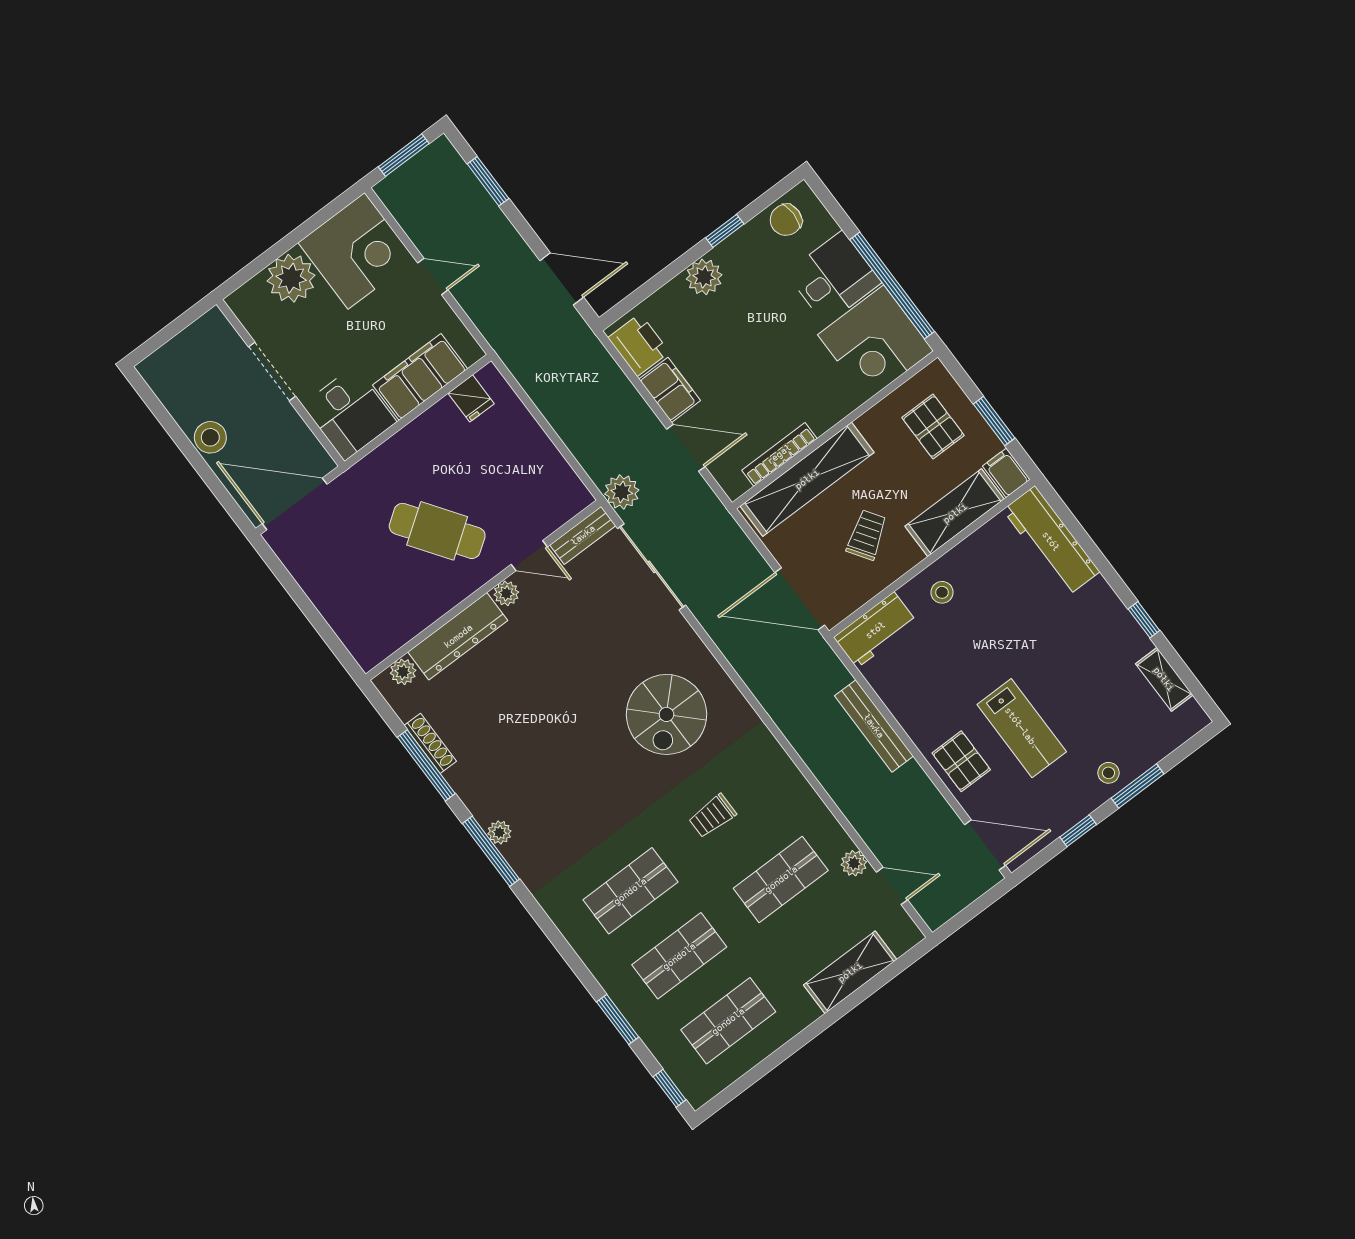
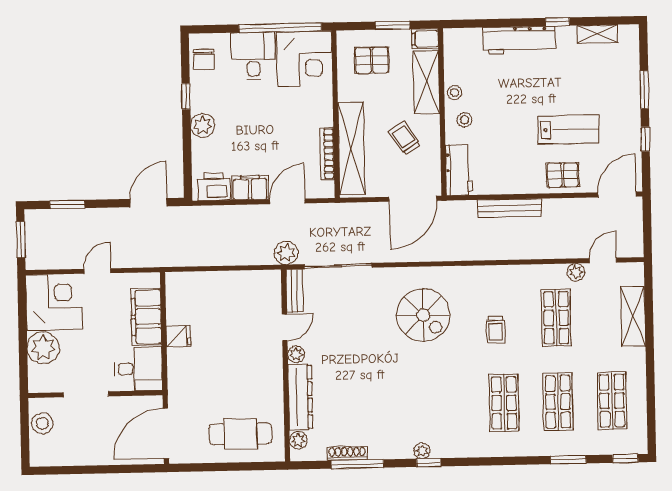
fridge: (471, 398) -> (178, 336), moved
stool: (210, 437) -> (42, 423), moved
cafe table: (437, 531) -> (240, 434), moved, turned 35
workbench: (1051, 541) -> (519, 40), moved
stool: (1109, 773) -> (455, 92), moved
window: (491, 851) -> (429, 463), width x0.46

